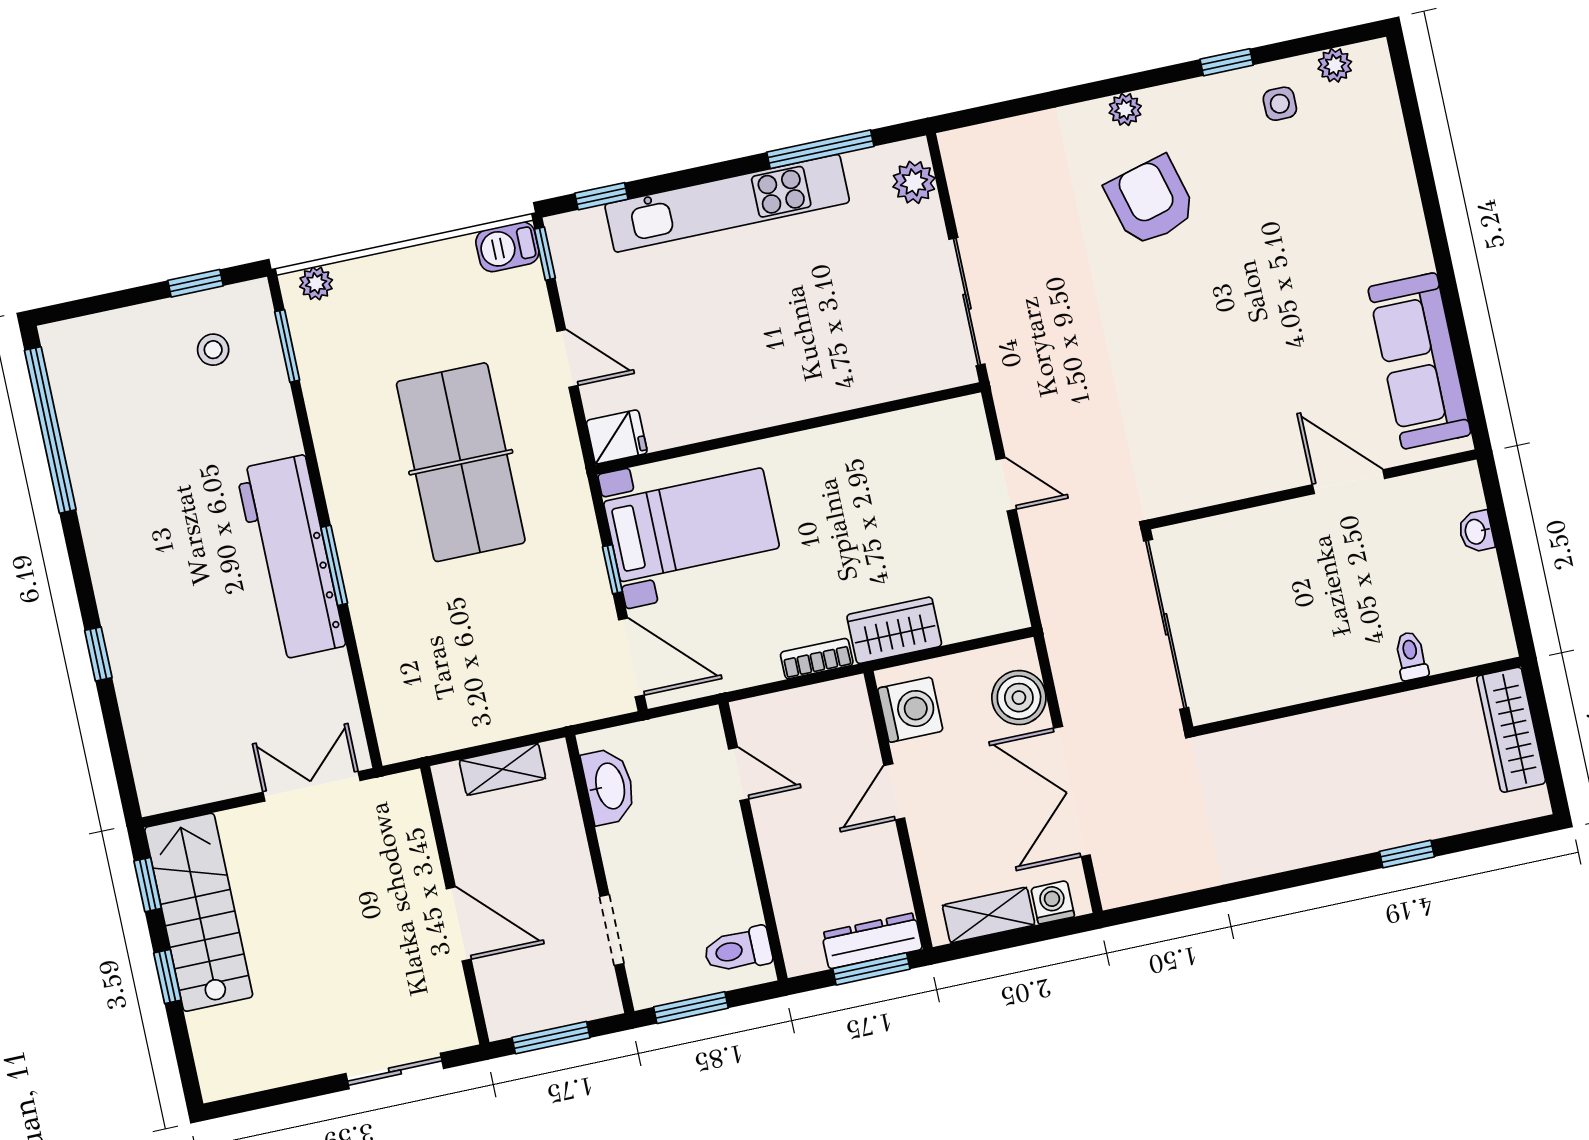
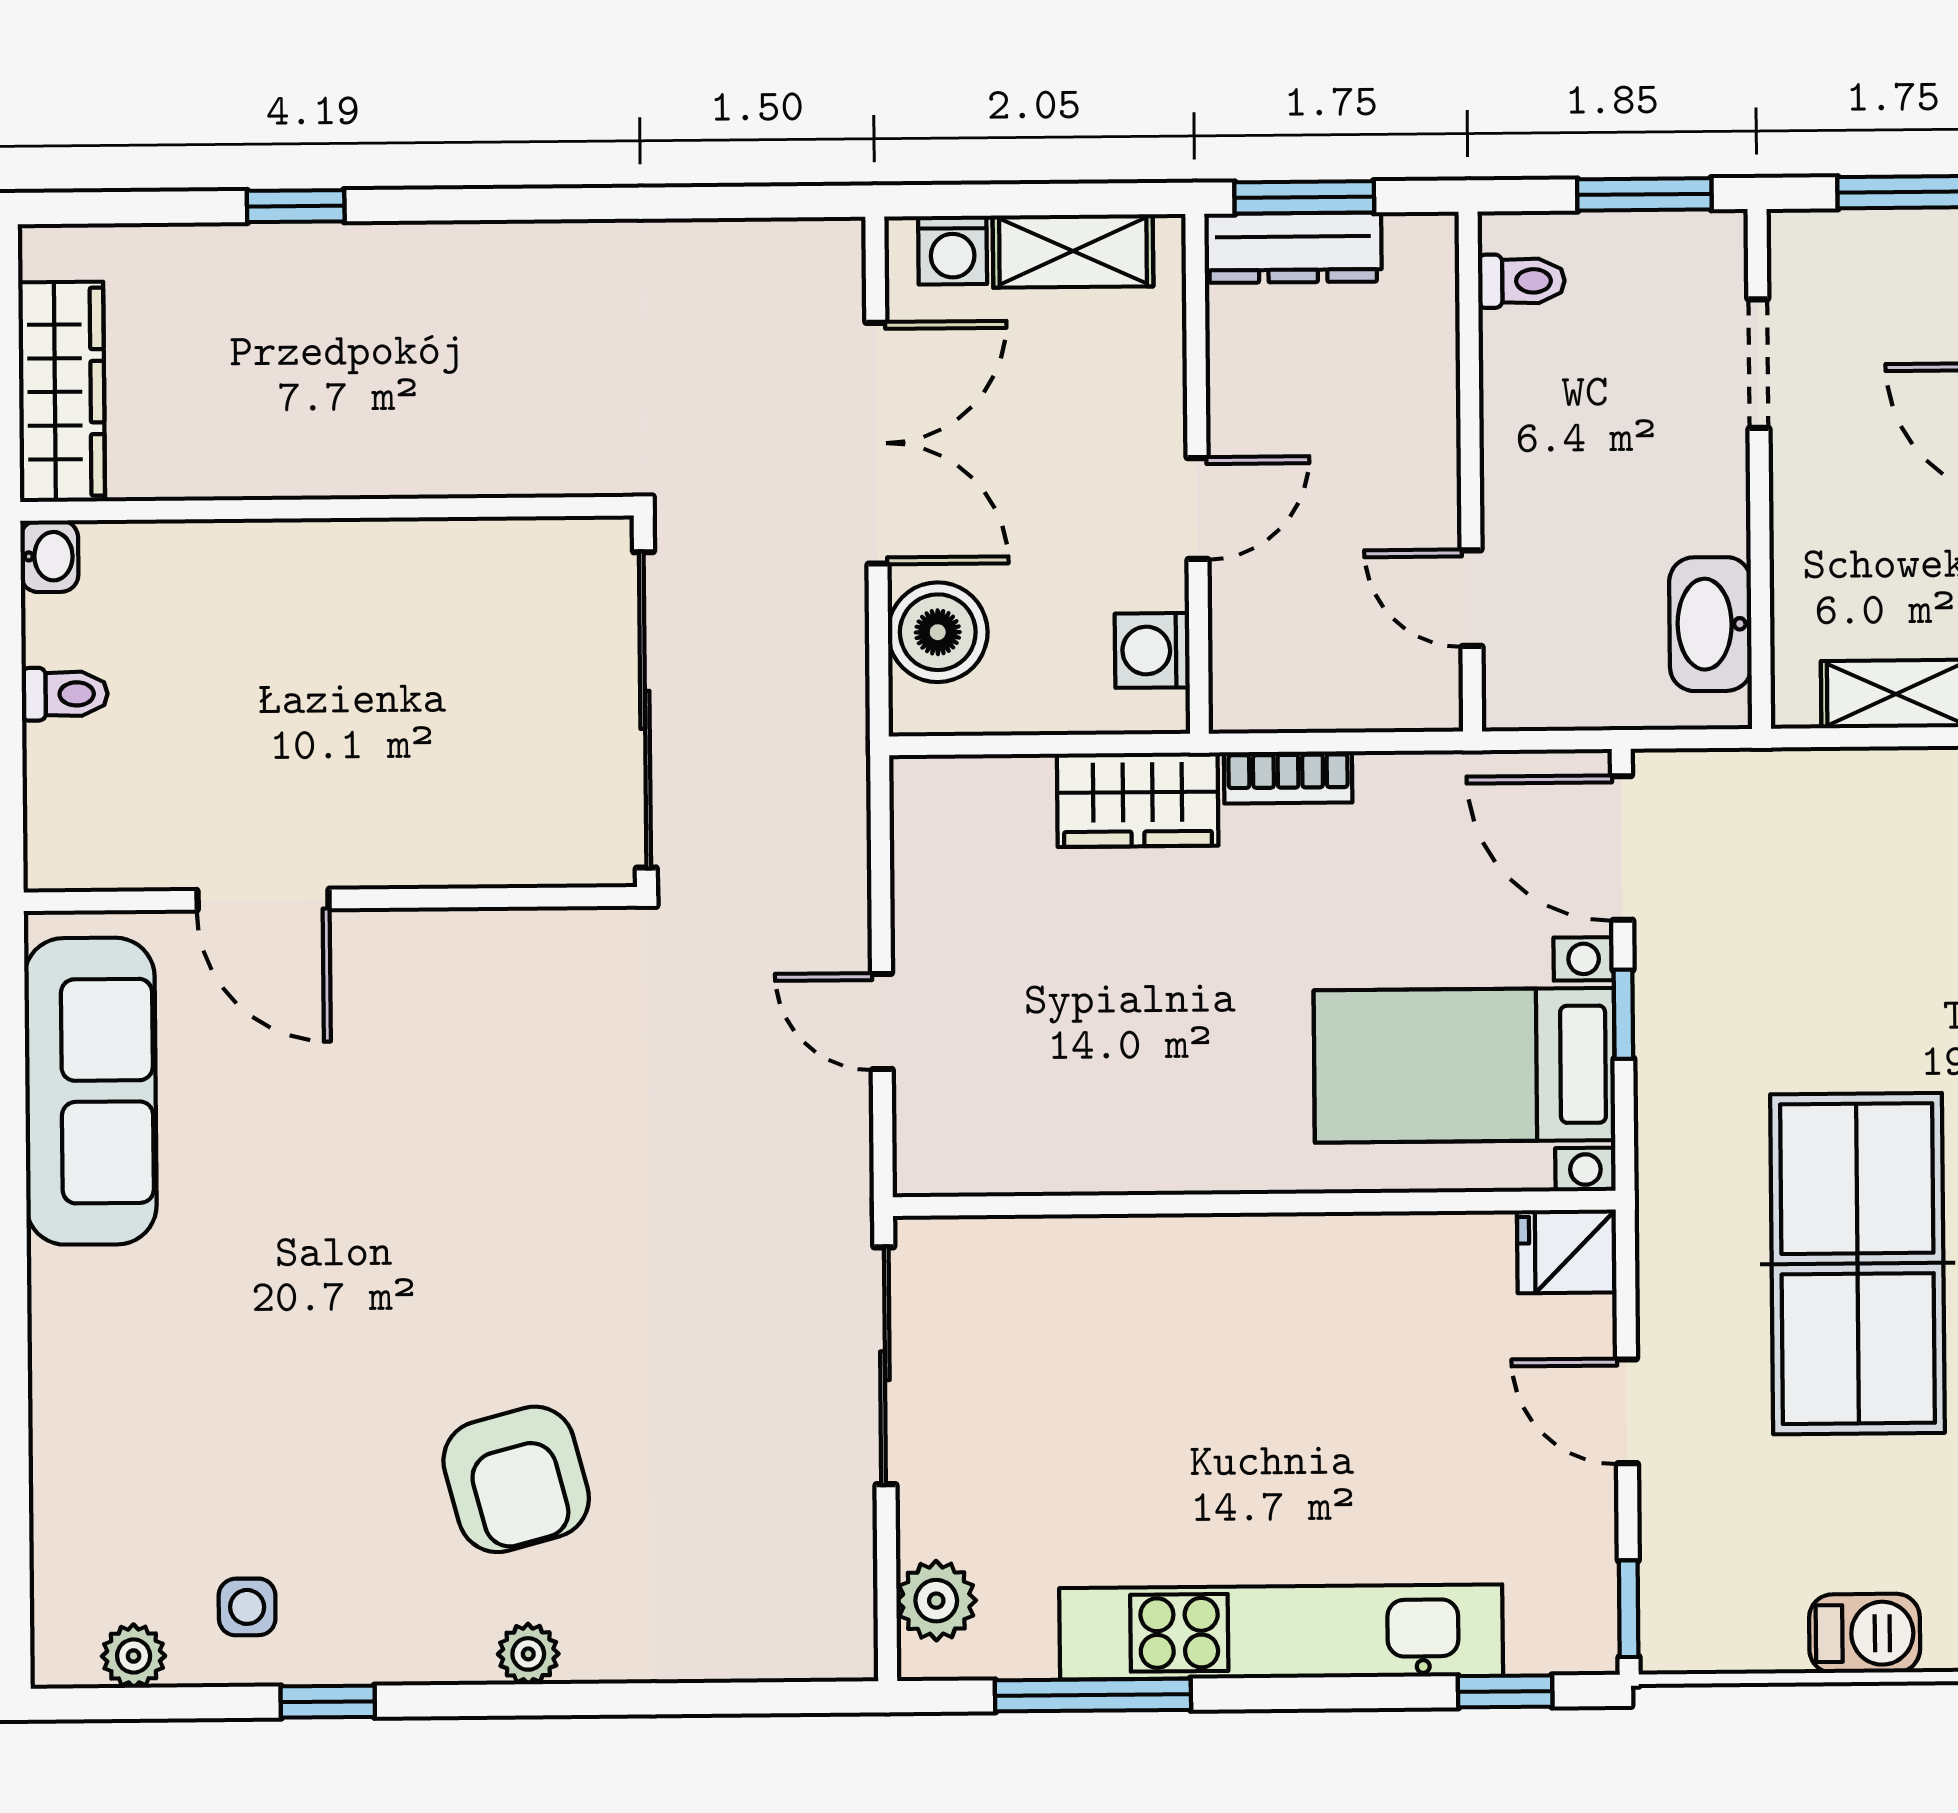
barbecue: (507, 247) -> (1865, 1633), moved
washbasin: (1476, 532) -> (49, 556), moved
toilet: (1411, 656) -> (65, 694), moved, turned -90
washing machine: (910, 710) -> (1152, 650), width x0.73, depth x0.73
toilet: (738, 950) -> (1521, 281), width x0.73, depth x0.72

